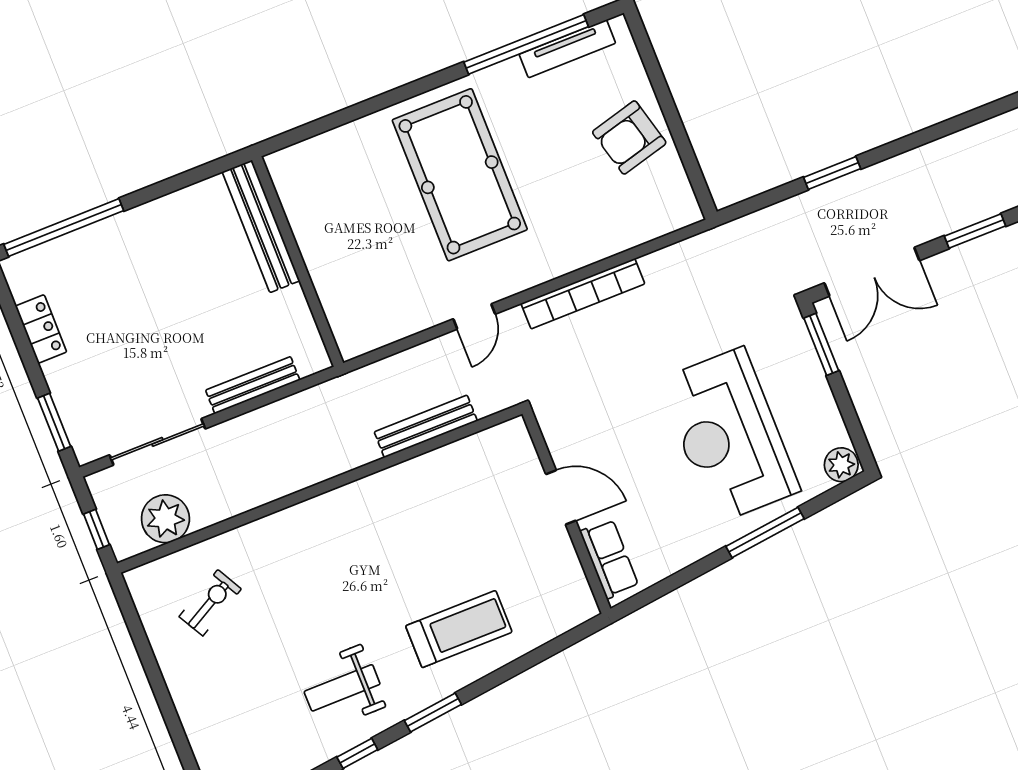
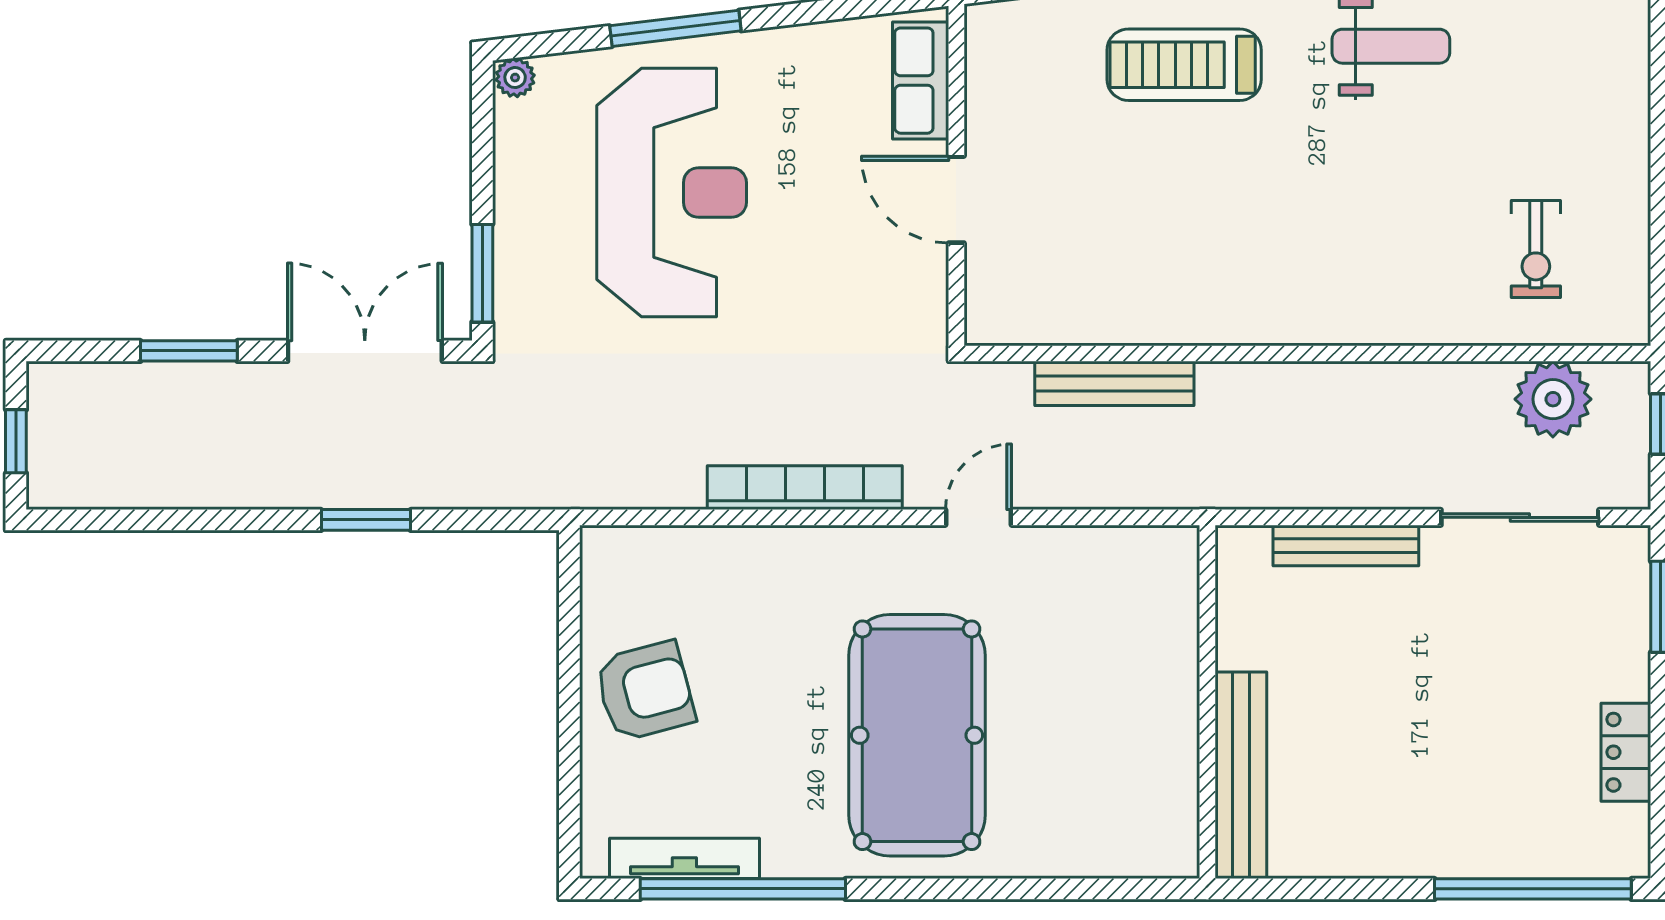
plant: (841, 465) -> (515, 78), width x0.73, depth x0.73
exercise bike: (210, 603) -> (1536, 249), turned -61

